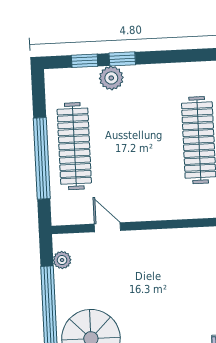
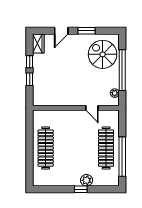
window: (85, 61) -> (99, 189), removed
window: (42, 158) -> (122, 157), moved

